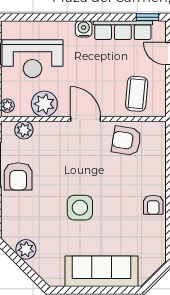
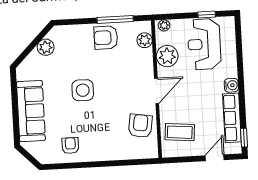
armchair: (153, 205) -> (70, 146), moved, turned 90

